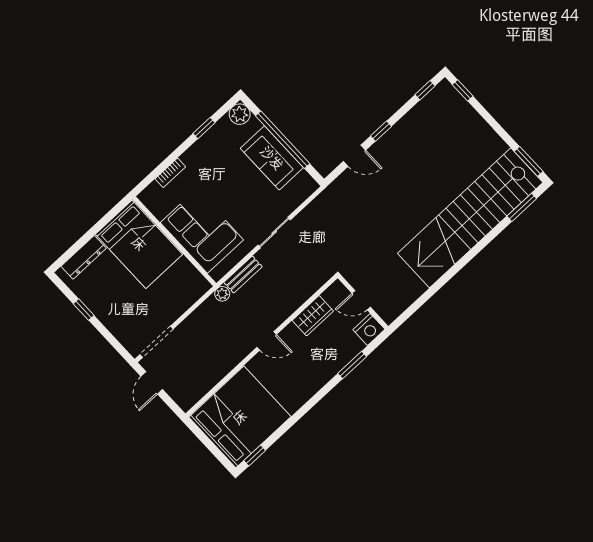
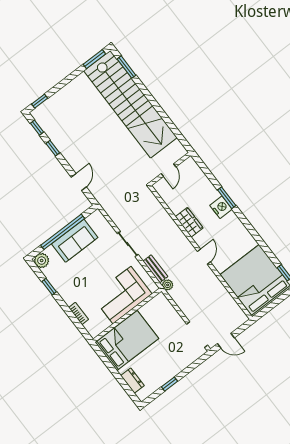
window: (381, 131) -> (53, 148), moved
dresser: (84, 257) -> (132, 381), width x0.70
door: (361, 300) -> (169, 170), moved
wall: (363, 302) -> (170, 169), moved
nightstand: (369, 330) -> (221, 207), moved

